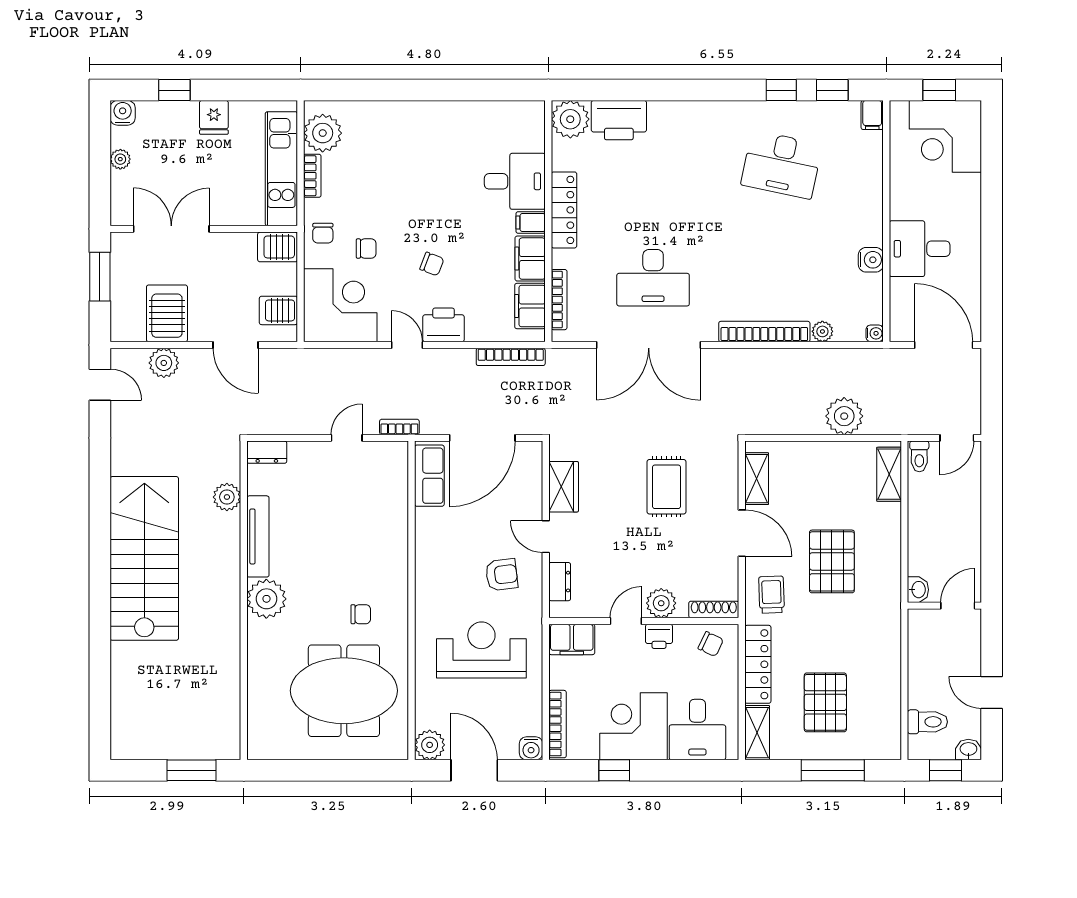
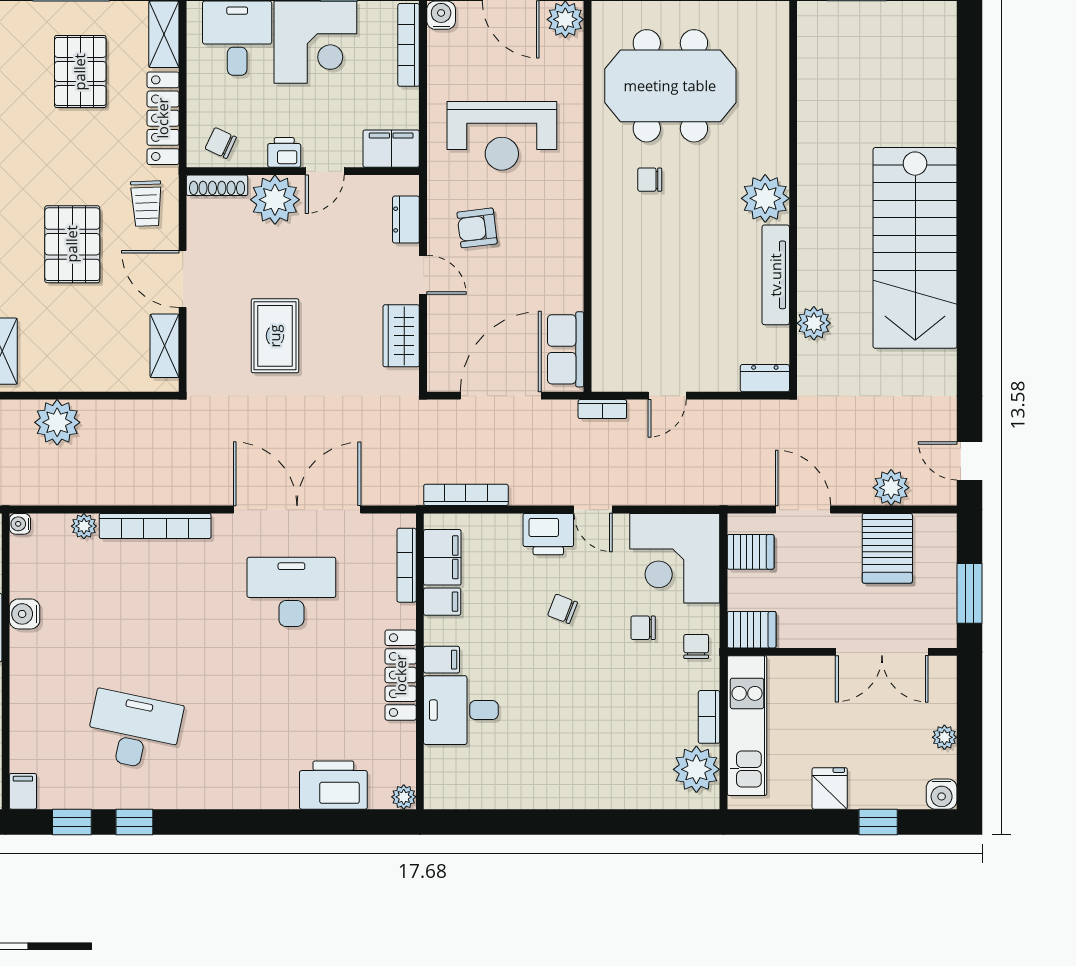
plant: (570, 119) -> (404, 797), width x0.53, depth x0.53
filing cabinet: (530, 259) -> (442, 602), width x0.50
plant: (661, 603) -> (275, 200), width x1.36, depth x1.36

